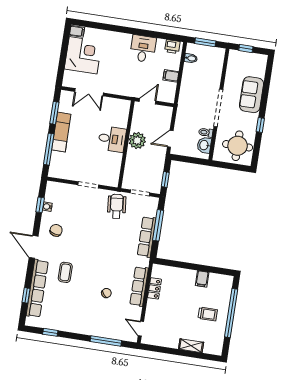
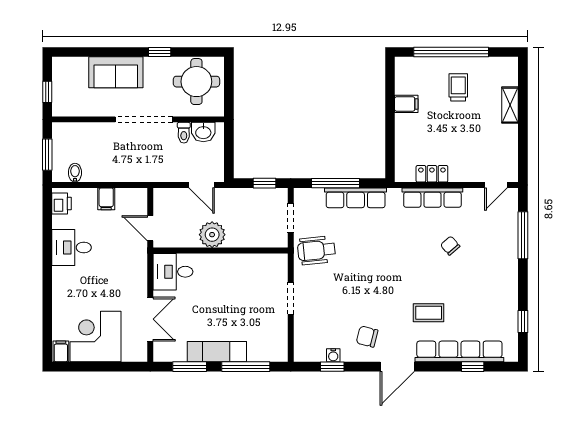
desk: (112, 139) -> (173, 272), moved, turned -90

